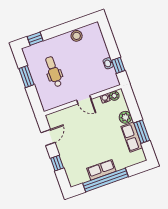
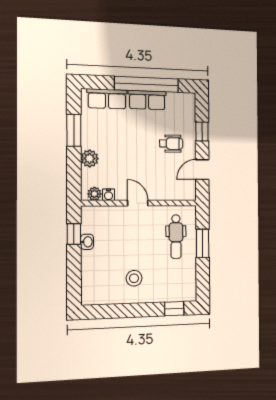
stool: (77, 36) -> (134, 278), moved
dental chair: (54, 72) -> (176, 237), moved
window: (26, 77) -> (203, 243), moved
row of seats: (132, 137) -> (107, 99), moved, turned 90
wheelchair: (75, 147) -> (171, 144), added

